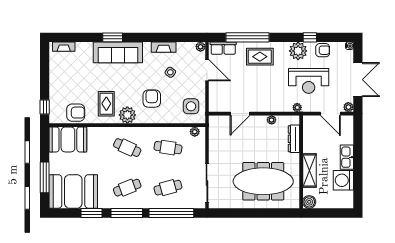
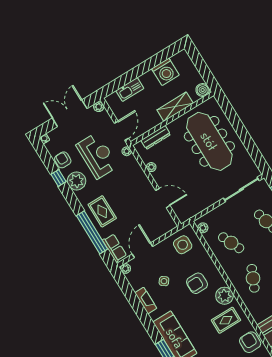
door: (330, 114) -> (121, 131), moved
cafe table: (168, 148) -> (231, 243), turned -33
kitchen sink: (347, 157) -> (130, 90), moved

